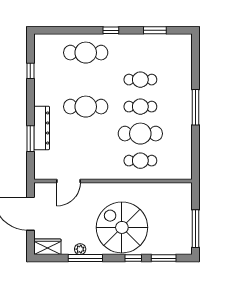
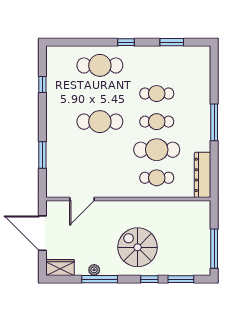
dresser: (42, 128) -> (203, 175), moved, turned 180
spiral stairs: (122, 227) -> (138, 247), width x0.73, depth x0.73

